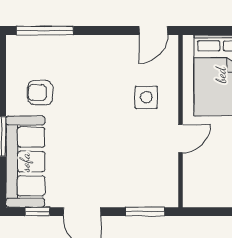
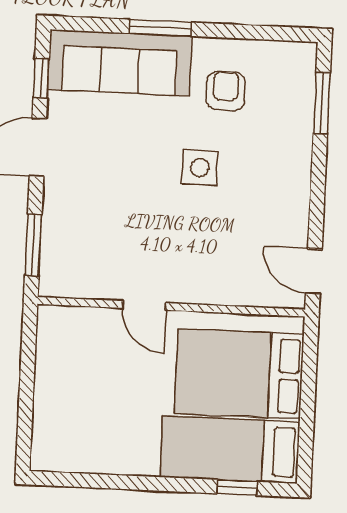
window: (45, 30) -> (322, 103), width x0.69
side table: (146, 97) -> (200, 168), moved

